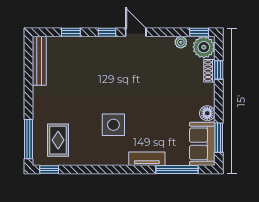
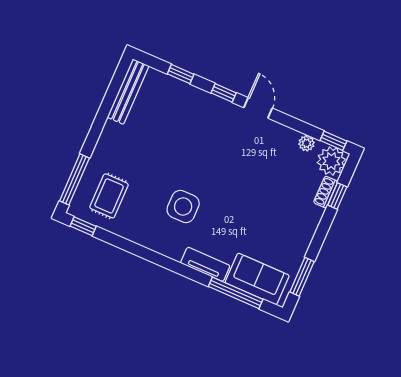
floor lamp: (207, 113) -> (301, 242), removed
sofa: (202, 144) -> (257, 279), moved, turned 90

